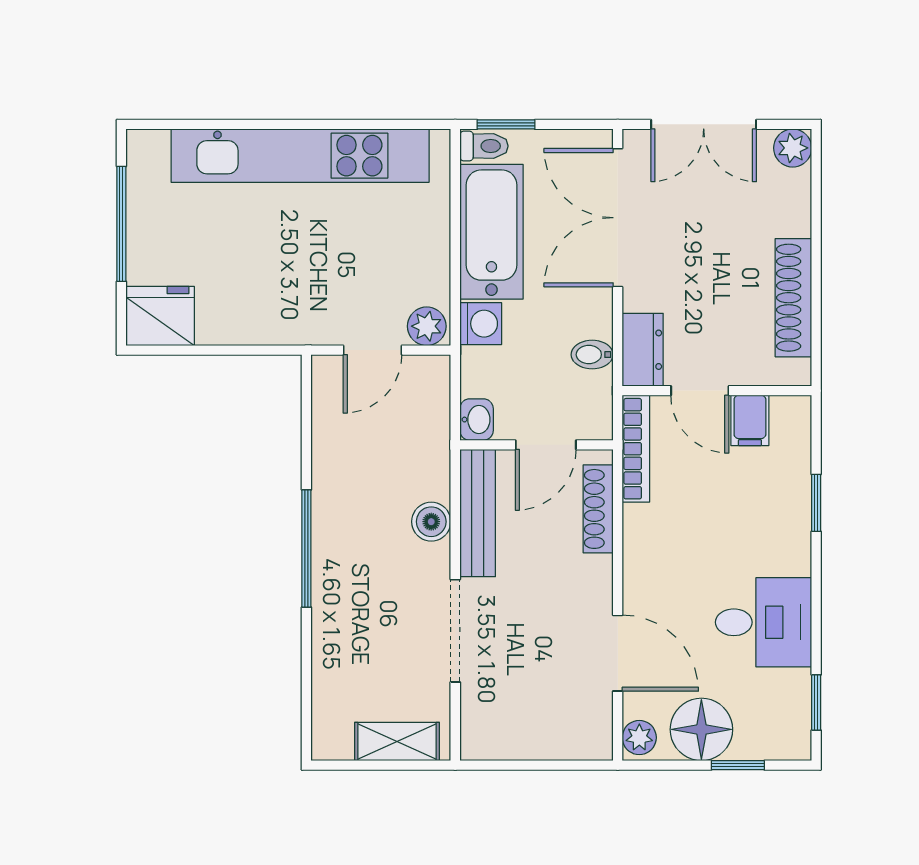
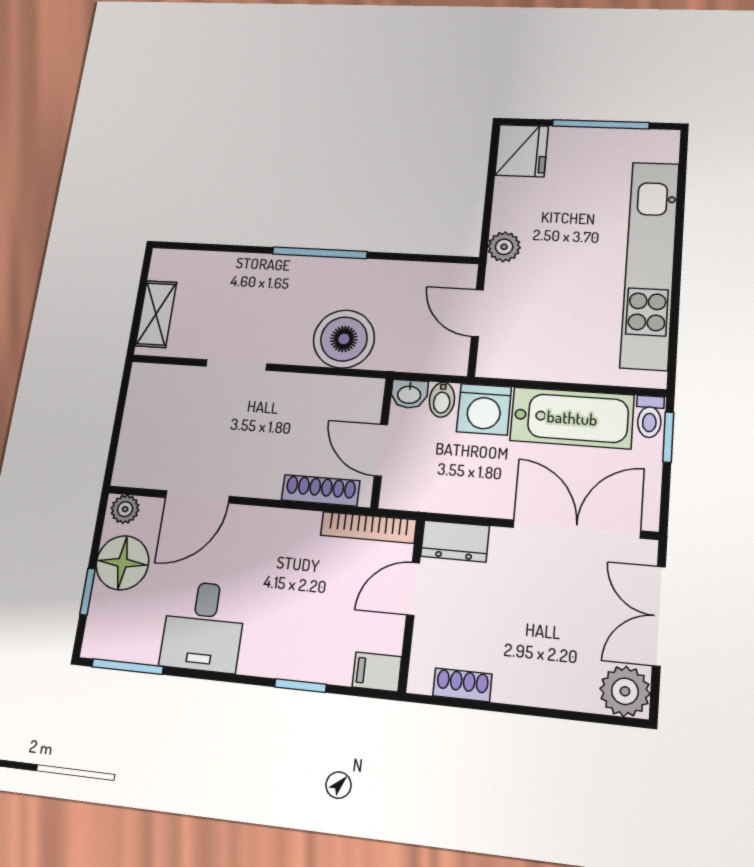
plant: (793, 148) -> (625, 691), width x1.38, depth x1.38
shoe rack: (793, 298) -> (462, 685), width x0.51, depth x0.81
washing machine: (481, 324) -> (484, 409), width x1.38, depth x1.38
plant: (427, 326) -> (504, 247), moved
bidet: (592, 355) -> (442, 400), moved, turned 180
filing cabinet: (750, 420) -> (377, 672), moved
bench: (478, 513) -> (330, 390), removed
boiler: (431, 522) -> (344, 339), width x1.86, depth x1.86
doorway: (455, 631) -> (236, 365), width x0.73
window: (816, 703) -> (127, 667), width x1.50

